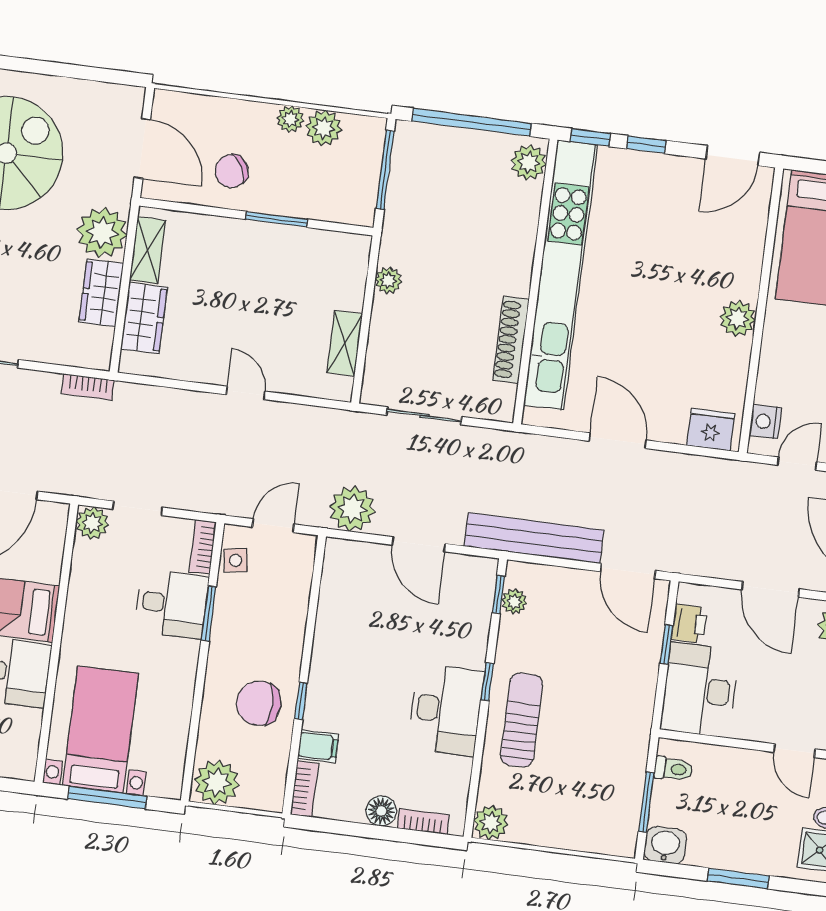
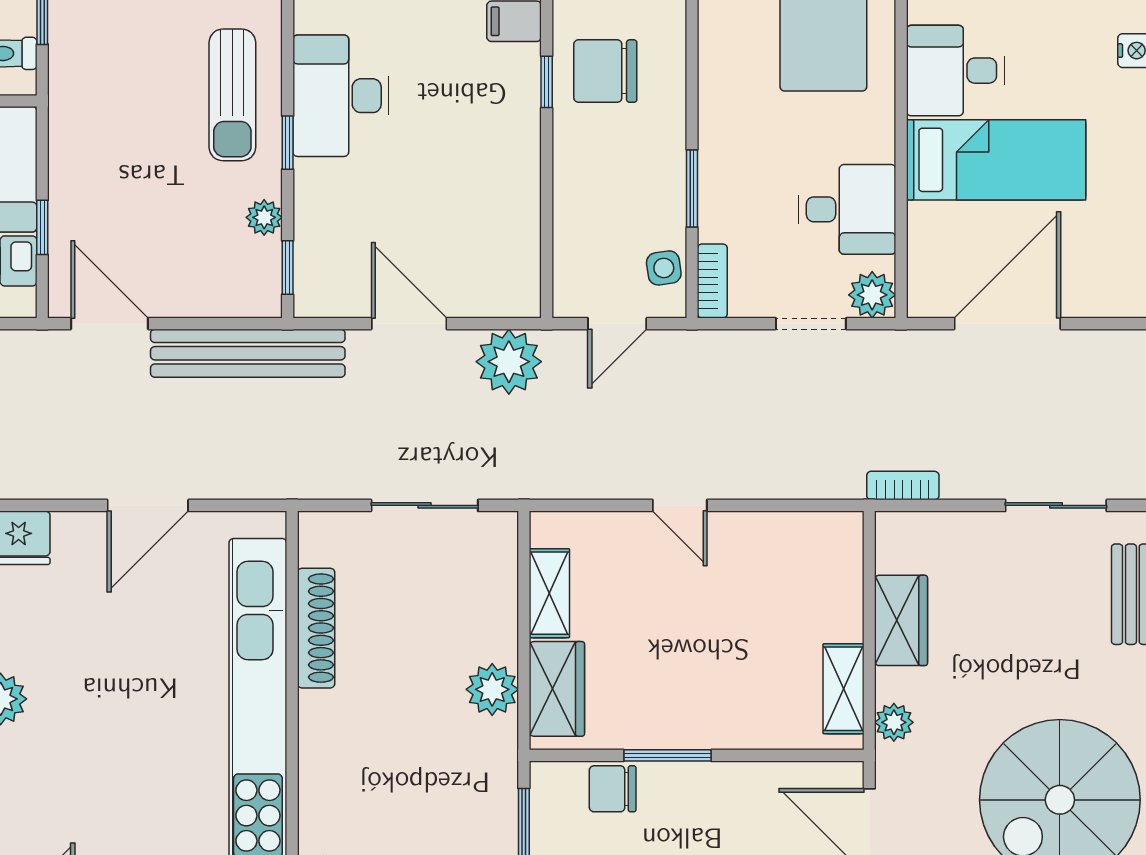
chair: (232, 171) -> (613, 789), moved, turned -152
plant: (102, 232) -> (894, 722), width x0.53, depth x0.53
plant: (388, 280) -> (492, 689), width x1.38, depth x1.38
wardrobe: (144, 318) -> (557, 689), moved, turned 180
door: (618, 441) -> (148, 505), hinge flipped
plant: (514, 602) -> (264, 217), moved
desk: (172, 604) -> (847, 209), moved, turned 180
chair: (259, 703) -> (605, 71), turned 180

